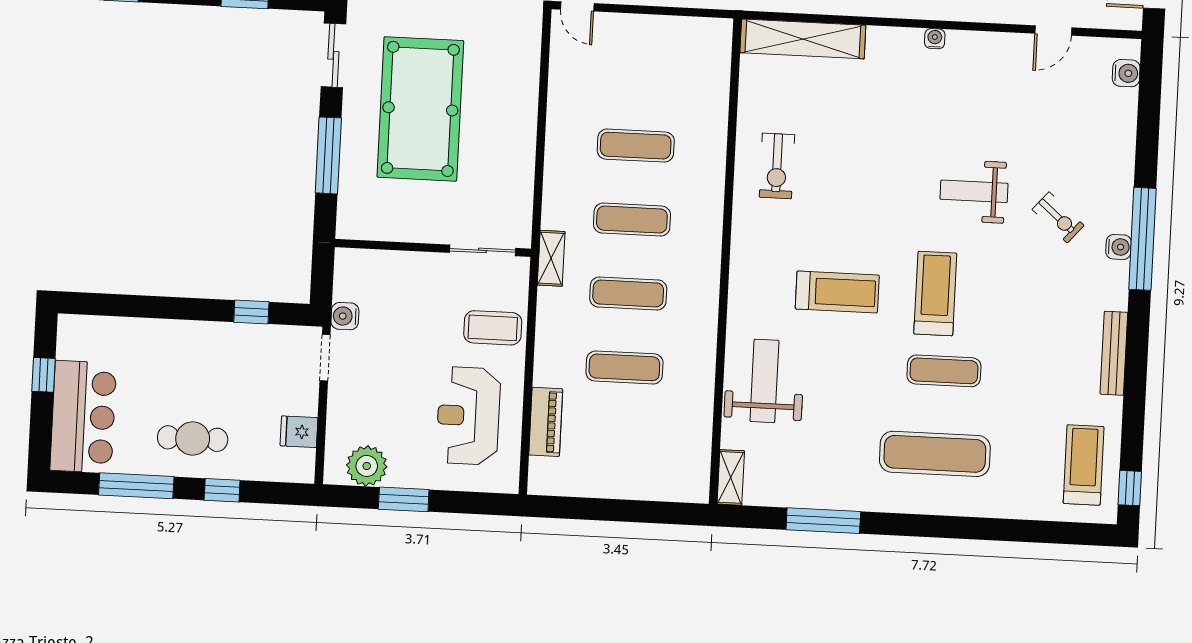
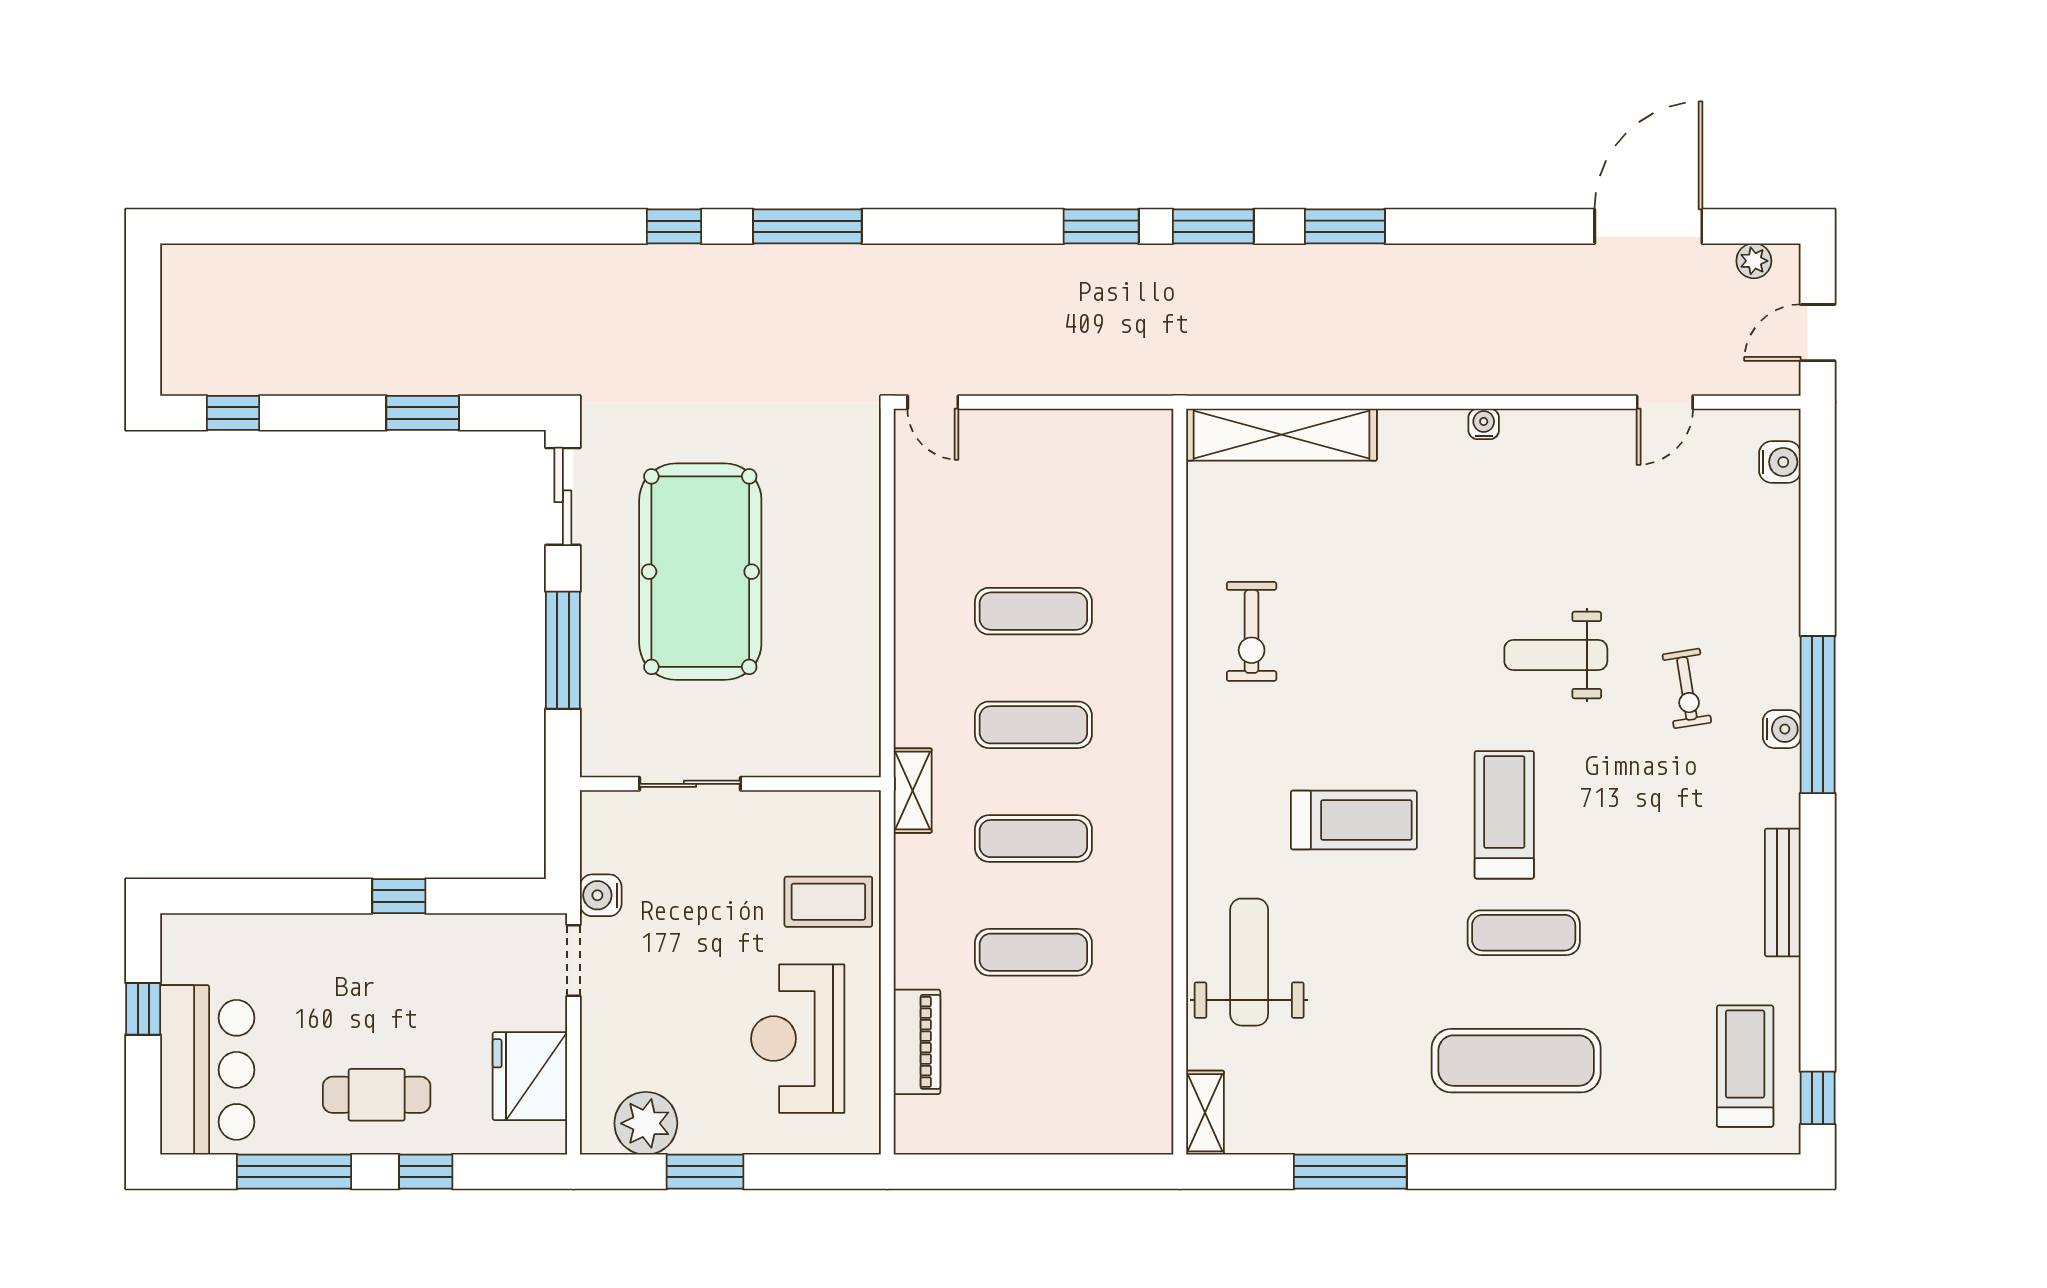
exercise bike: (1058, 217) -> (1687, 688), turned 40
sliding door: (482, 250) -> (690, 784), moved
window: (251, 312) -> (399, 896), moved
fridge: (299, 432) -> (530, 1076), width x1.88, depth x1.34

